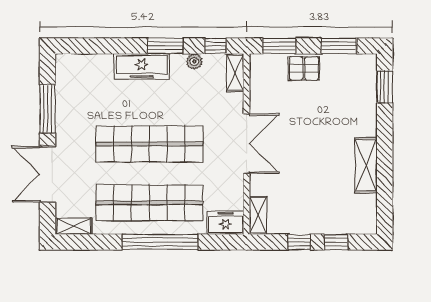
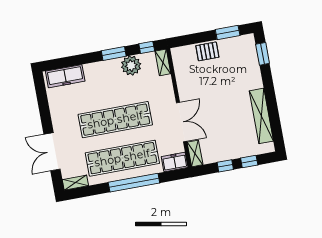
window: (279, 46) -> (189, 40), removed
plant: (194, 61) -> (131, 66), width x1.88, depth x1.88
freezer: (142, 66) -> (65, 76), moved
window: (48, 109) -> (44, 109), removed
double door: (247, 144) -> (182, 122), moved
shelving: (366, 165) -> (261, 116), width x1.47

